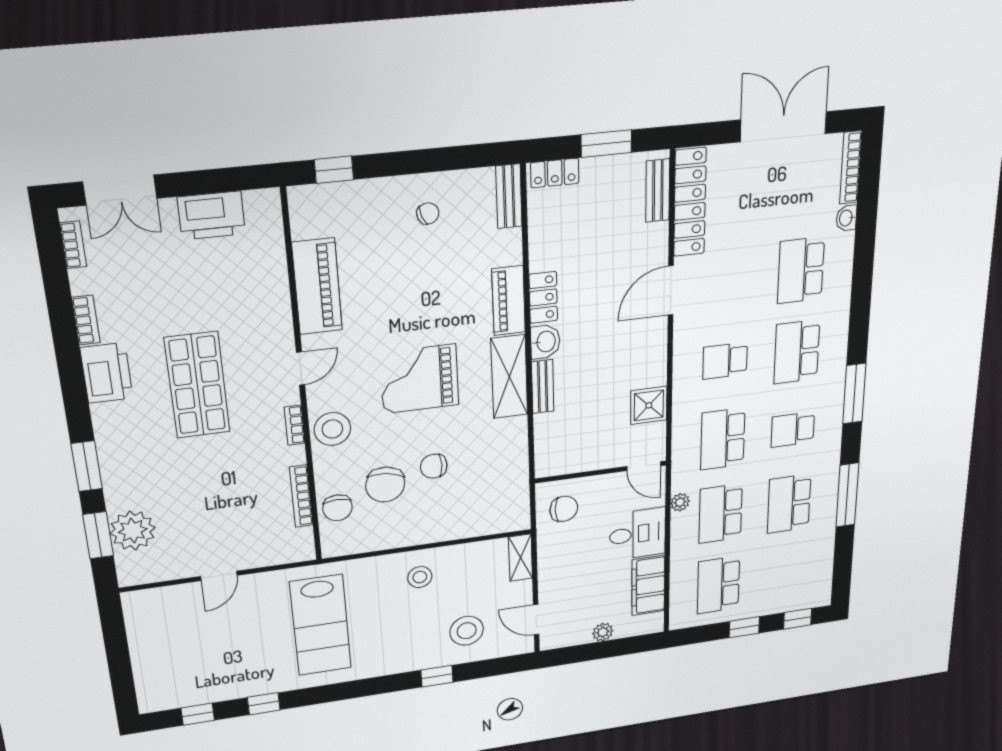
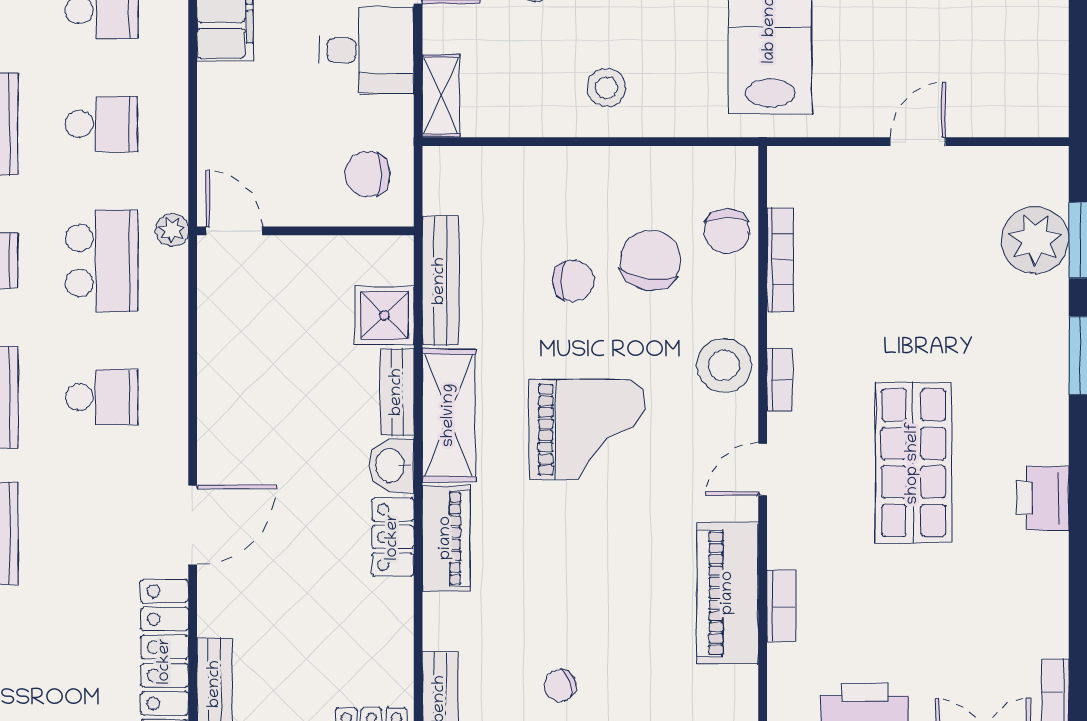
bookcase: (86, 320) -> (781, 606), moved, turned 180
printer: (107, 373) -> (1043, 498), width x0.73, depth x0.84
shower: (649, 405) -> (384, 315), moved
bench: (517, 455) -> (440, 281), added
plant: (680, 502) -> (172, 230), moved
chair: (337, 508) -> (727, 231), turned 180
school desk: (721, 514) -> (102, 124), width x0.54
desk: (638, 534) -> (367, 50), moved, turned 180

